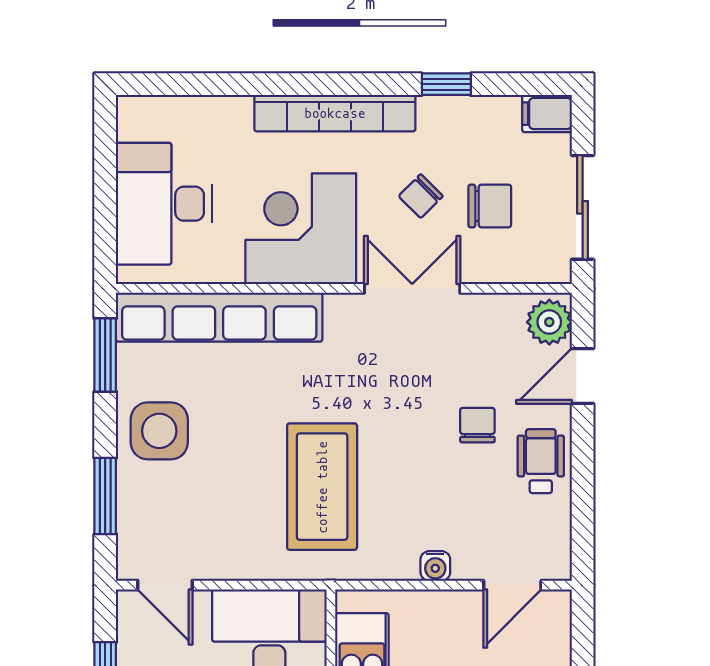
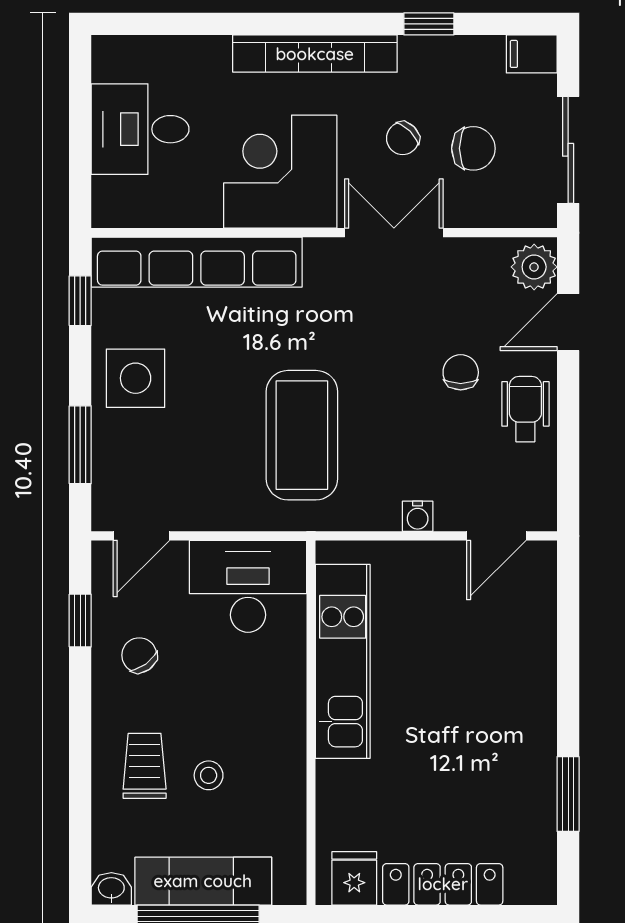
desk: (164, 204) -> (140, 129), width x0.73
window: (105, 355) -> (80, 301), width x0.67
door: (165, 585) -> (141, 536), hinge flipped

